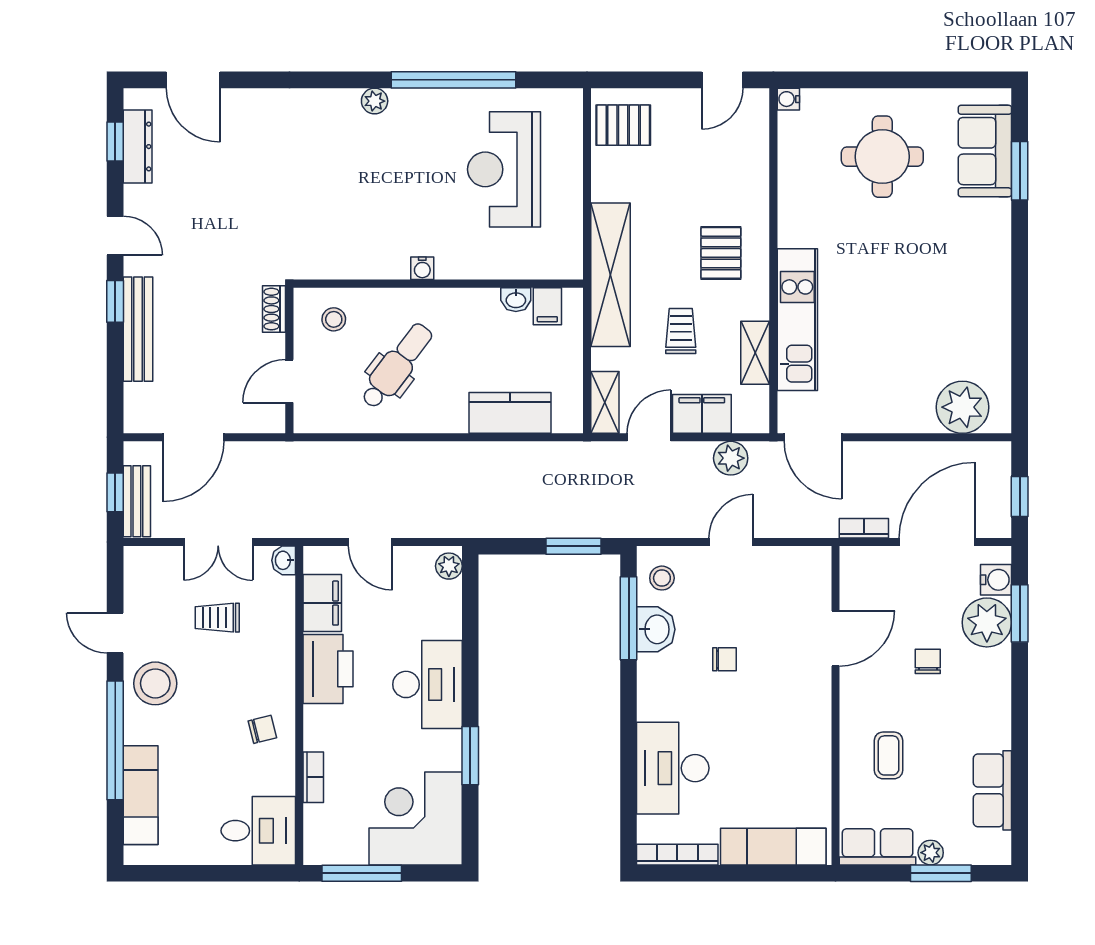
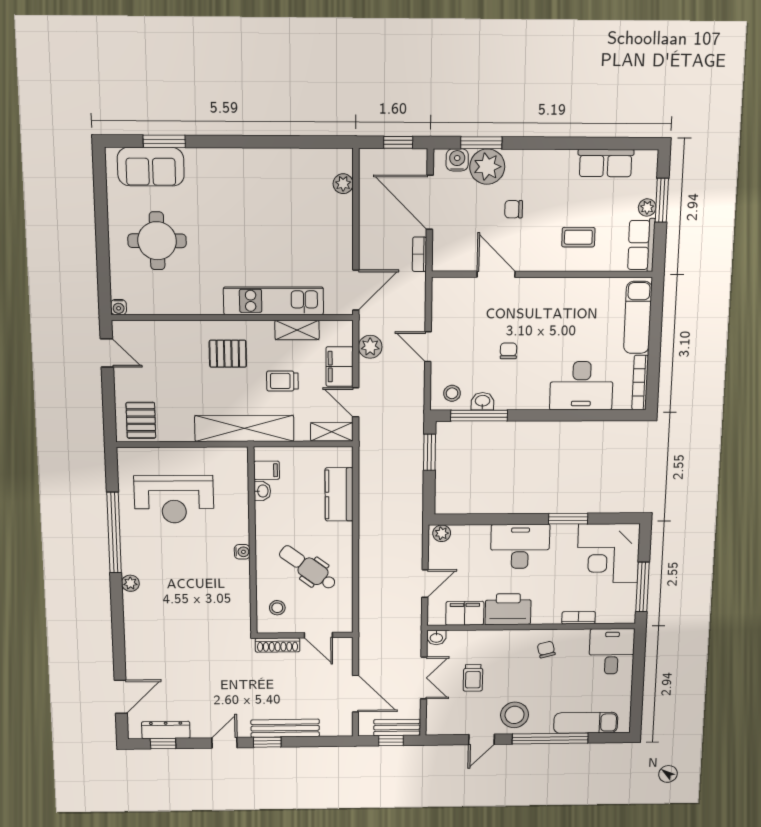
shoe rack: (274, 309) -> (278, 645), width x1.43
plant: (962, 407) -> (343, 184), width x0.53, depth x0.53
washbasin: (656, 629) -> (483, 401), width x0.72, depth x0.69

